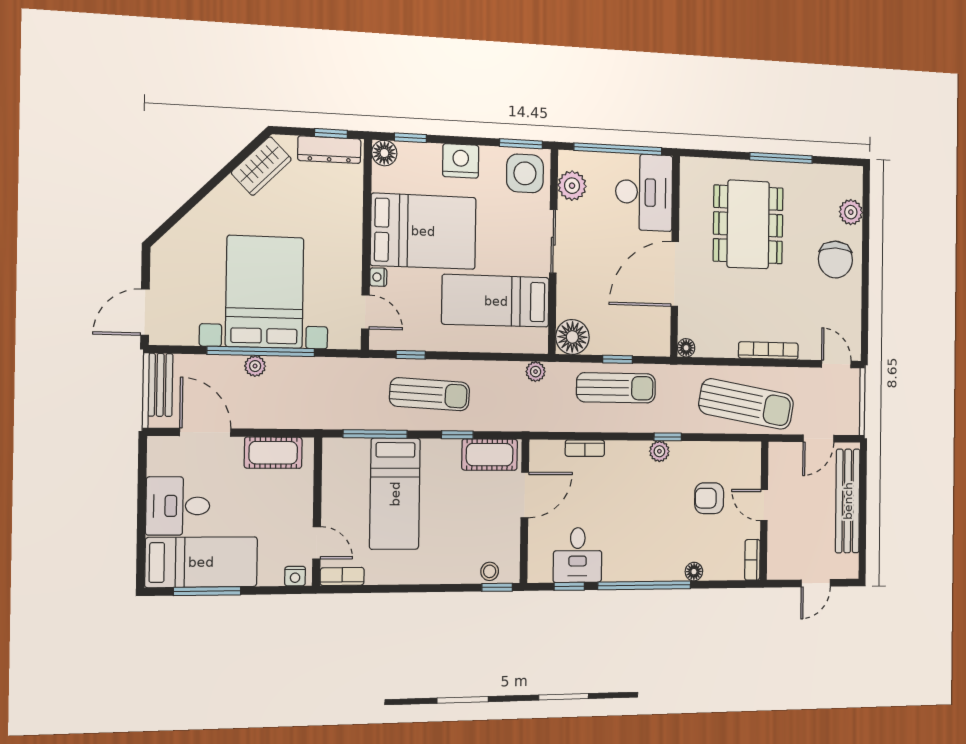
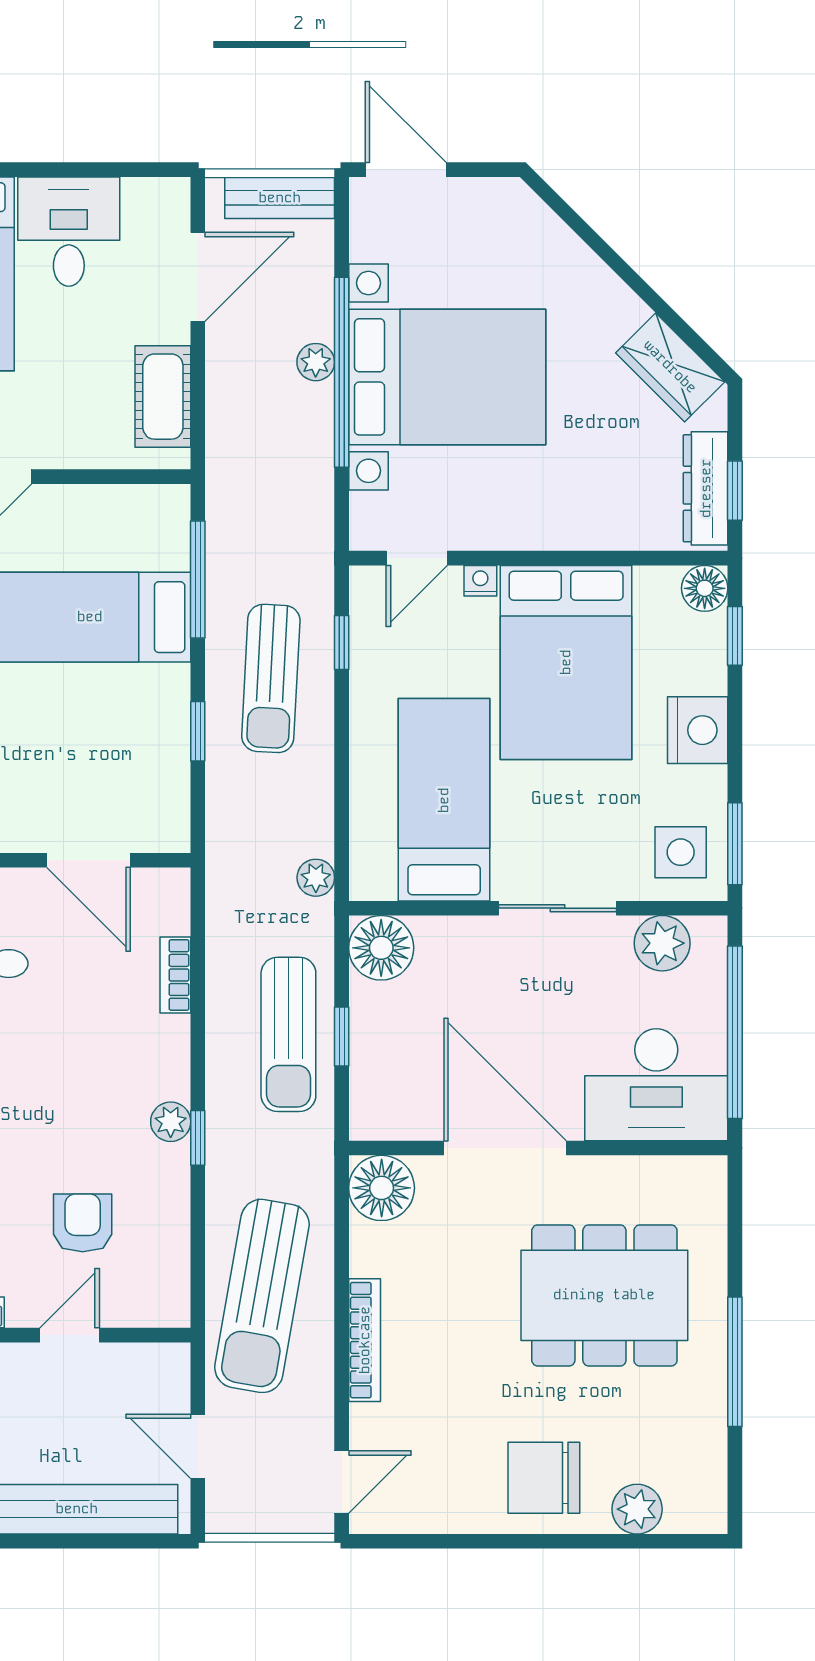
side table: (525, 173) -> (681, 852), width x0.73, depth x0.73
floor lamp: (686, 348) -> (382, 1188), width x1.89, depth x1.89
cot: (490, 455) -> (162, 793), removed

